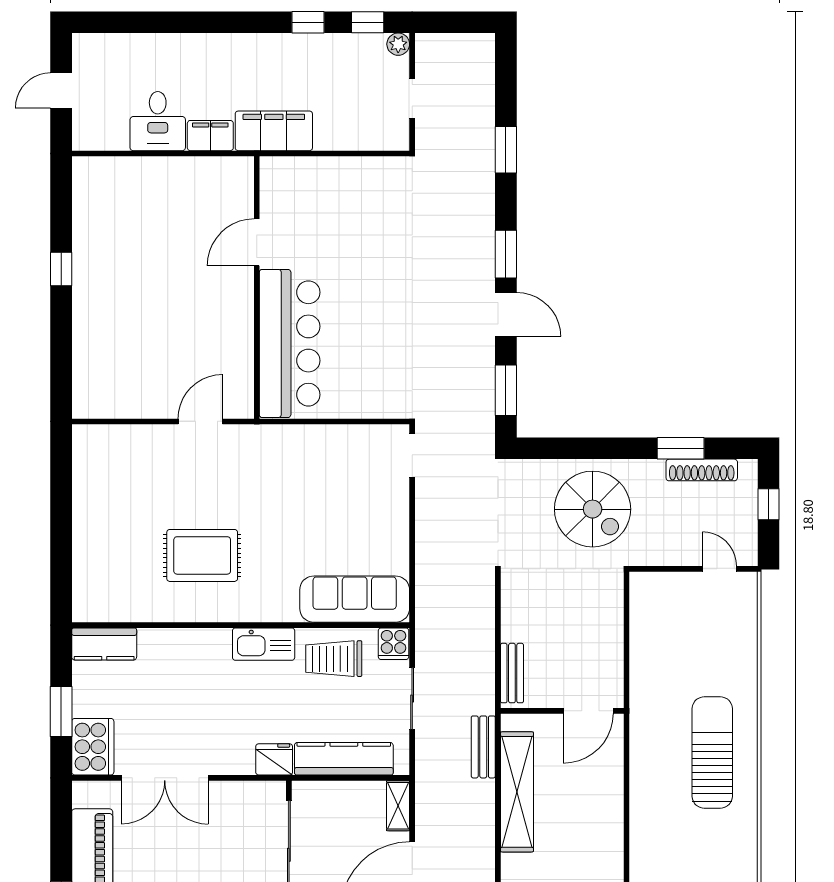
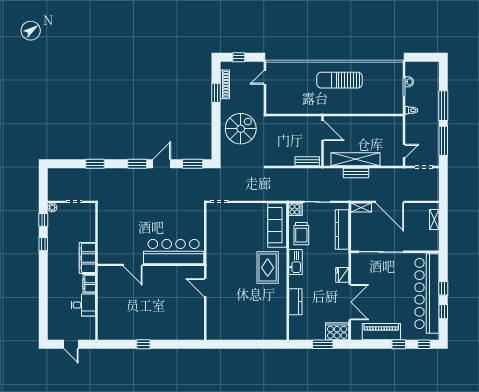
rug: (202, 555) -> (268, 268), moved
kitchen counter: (104, 644) -> (295, 302), moved
bench: (483, 747) -> (356, 173), moved
fridge: (274, 759) -> (342, 275), moved

